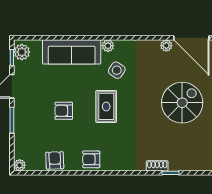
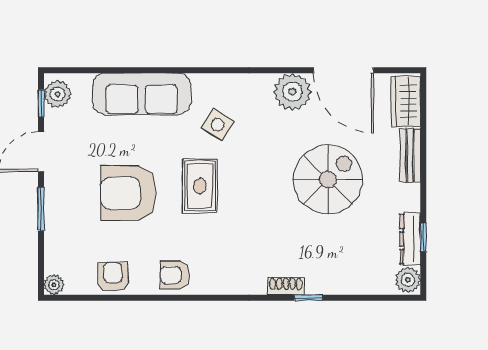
plant: (108, 46) -> (203, 83), removed
plant: (166, 46) -> (292, 92), width x1.87, depth x1.87
armchair: (64, 111) -> (128, 193), width x1.88, depth x1.88

